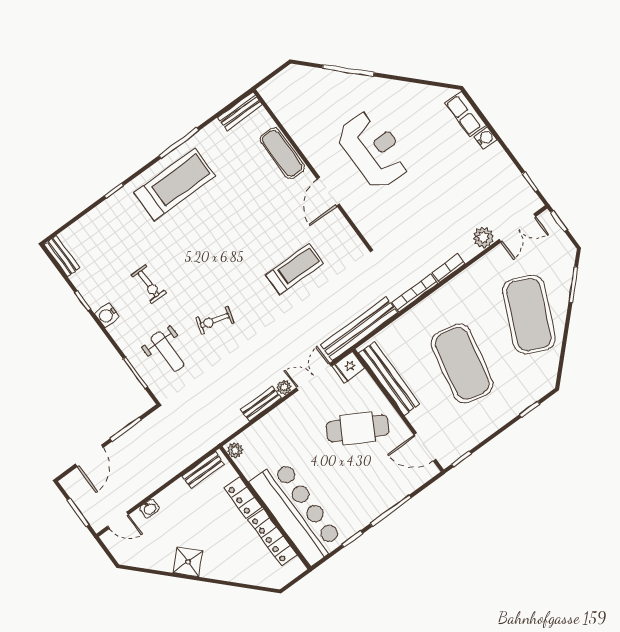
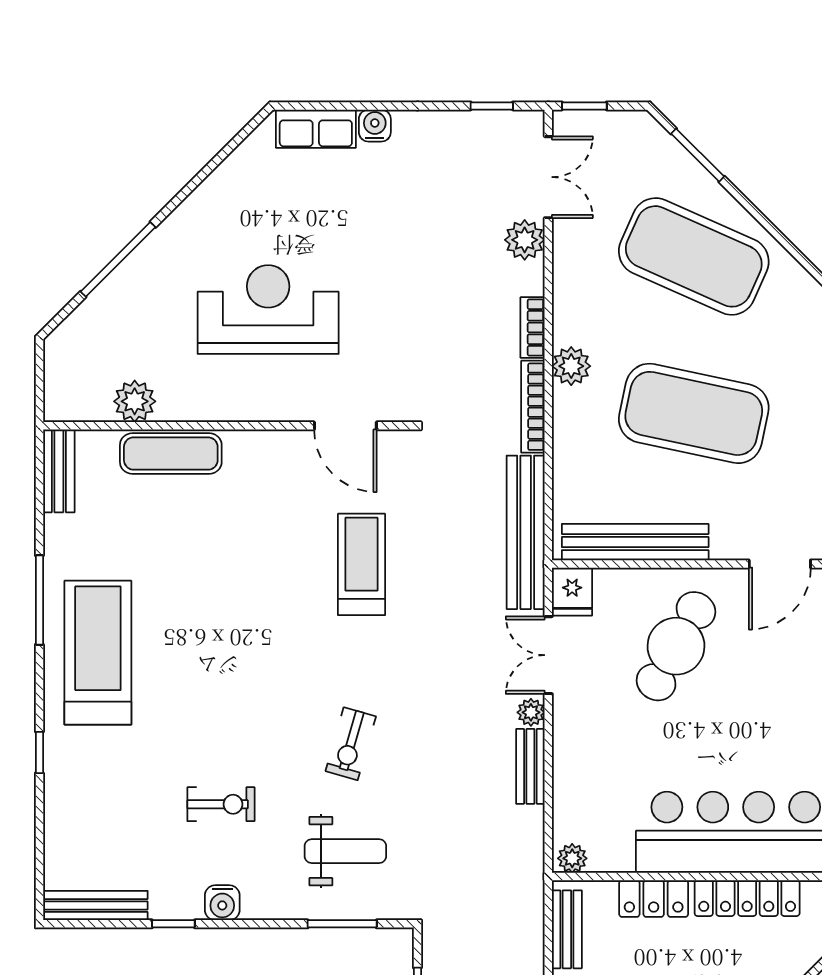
plant: (293, 122) -> (135, 401), added
door: (328, 192) -> (345, 426), moved
bench: (62, 256) -> (95, 906), width x1.36
plant: (444, 297) -> (571, 366), added

